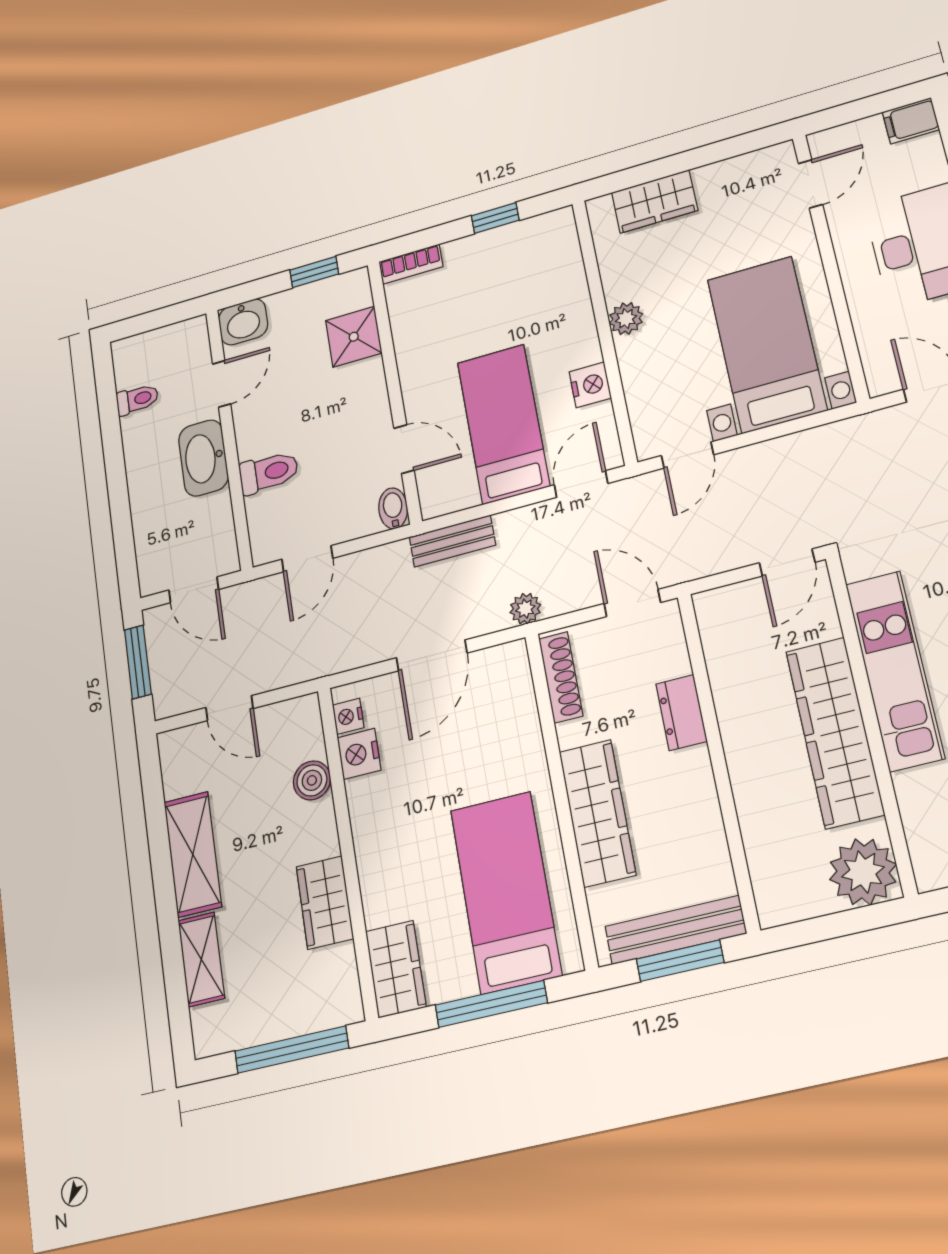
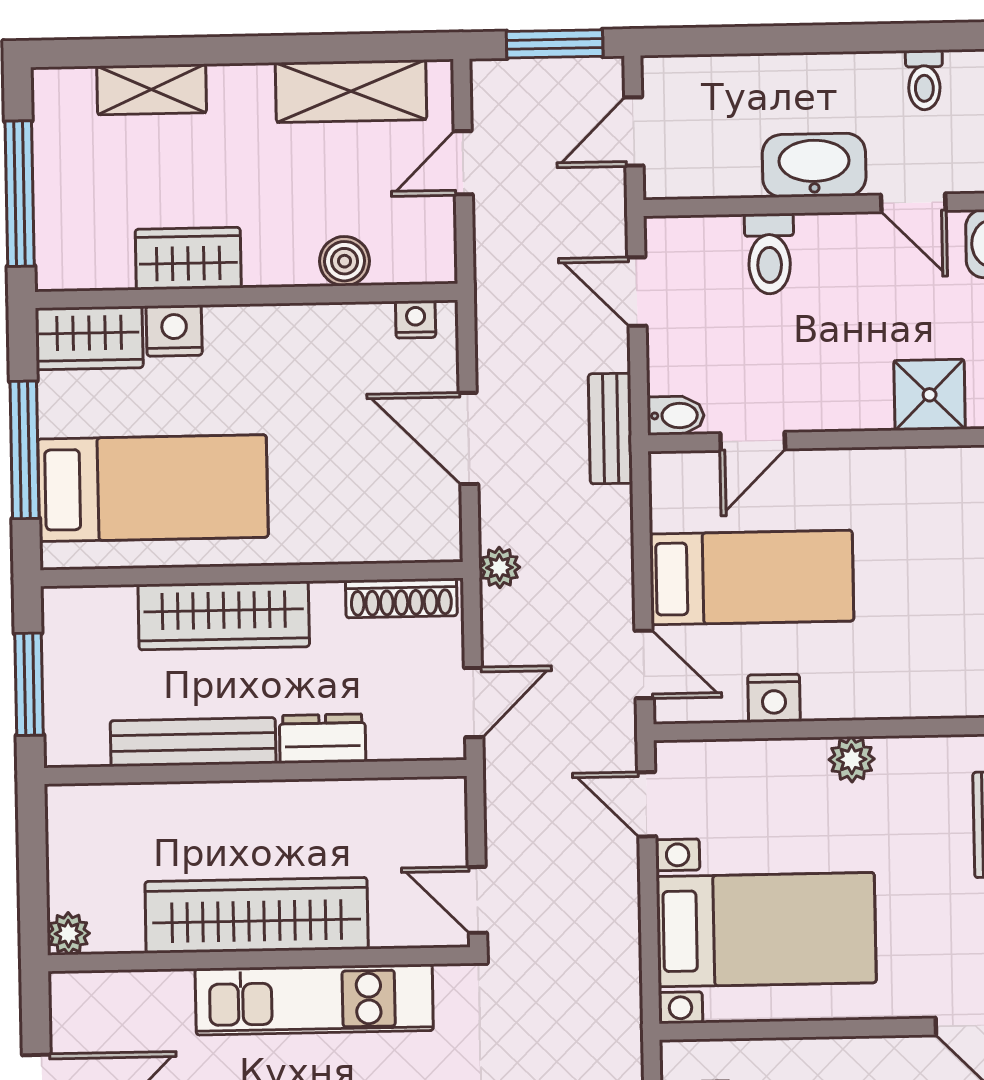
bench: (452, 541) -> (610, 428), moved
nightstand: (359, 754) -> (174, 331), moved
shelving: (193, 854) -> (351, 91), moved
plant: (863, 872) -> (68, 934), width x0.53, depth x0.53
bench: (675, 930) -> (193, 742), moved, turned 90

